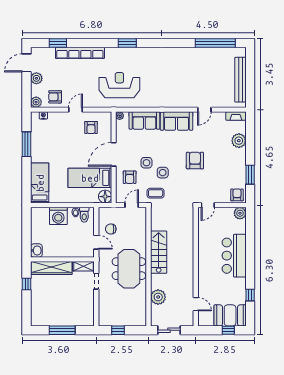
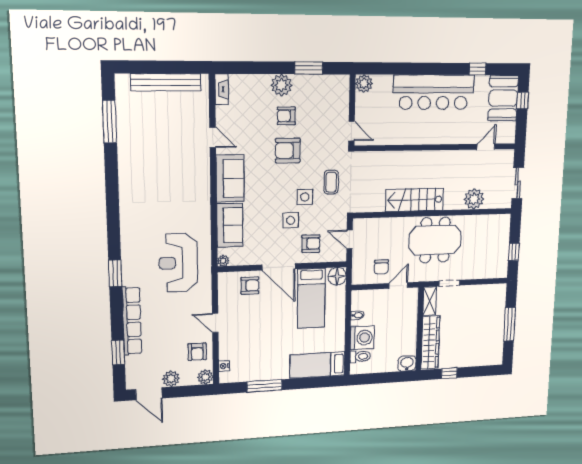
window: (127, 43) -> (115, 273), moved
window: (215, 43) -> (110, 122), width x0.68
armchair: (91, 127) -> (250, 286), moved
plant: (239, 141) -> (281, 85), moved
coffee table: (156, 193) -> (331, 182), moved
armchair: (237, 195) -> (286, 116), moved
toilet: (84, 215) -> (360, 356), moved
bar counter: (234, 256) -> (434, 92), width x1.36

